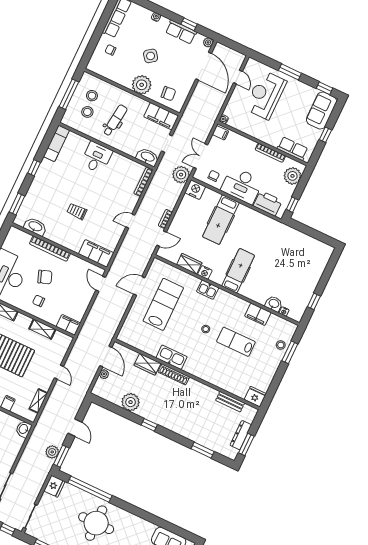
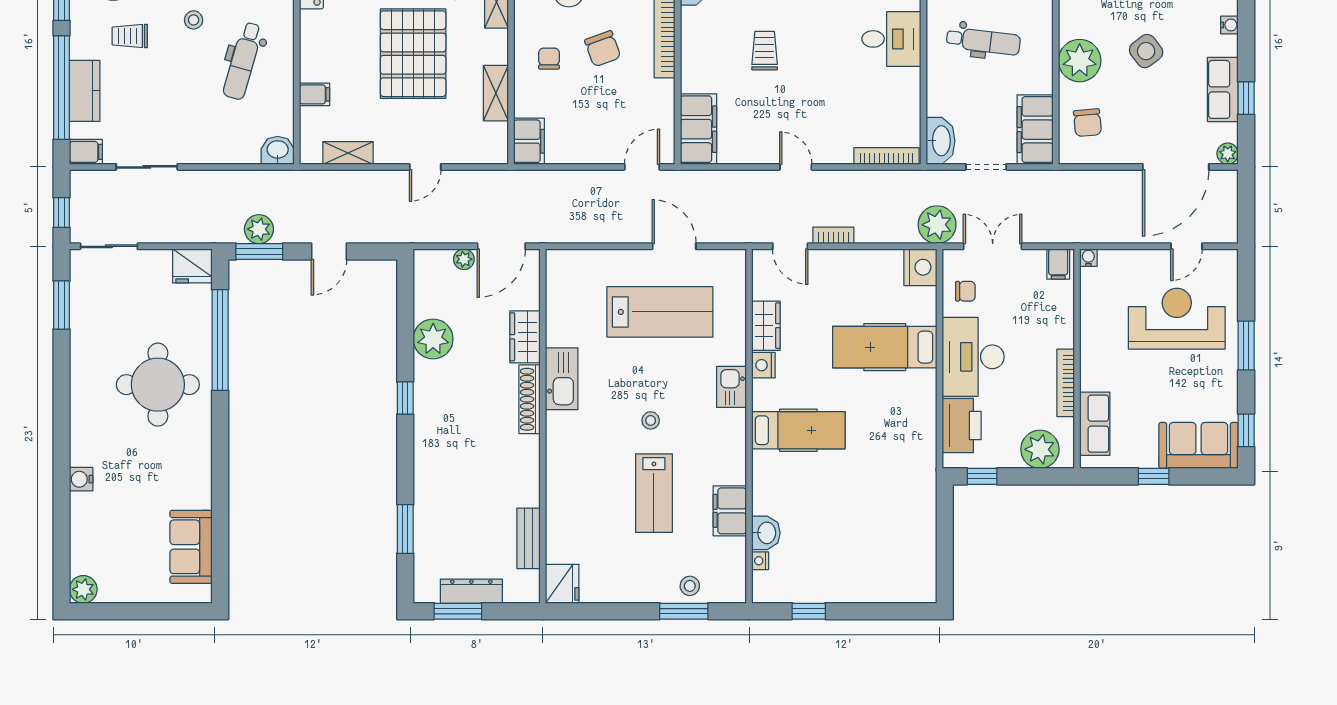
lab bench: (236, 342) -> (654, 493), turned 180

